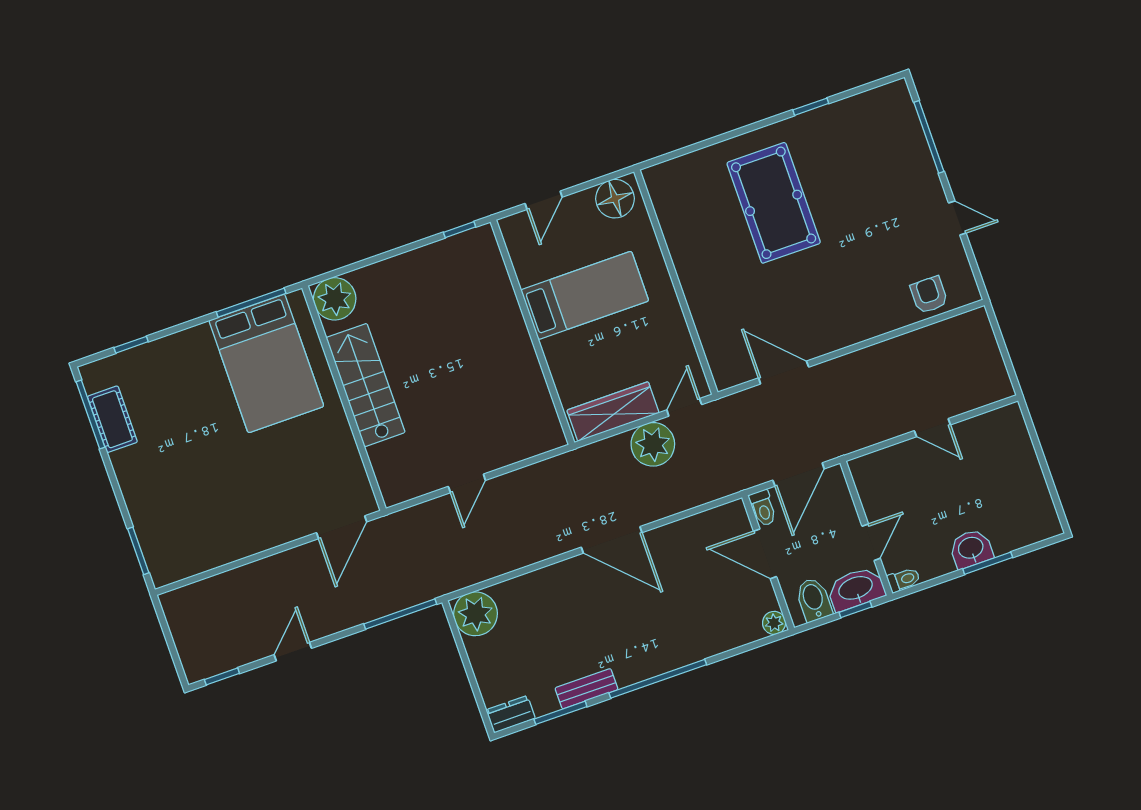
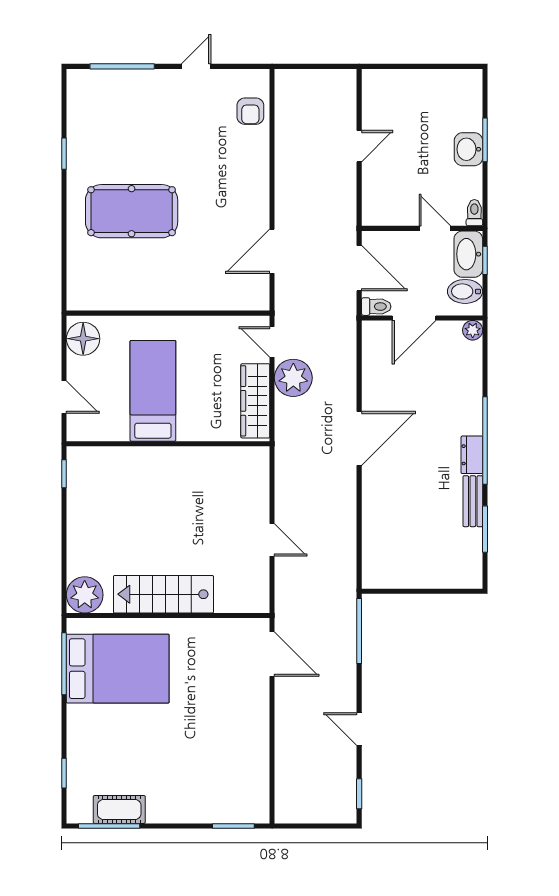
armchair: (929, 295) -> (250, 111), turned -90
plant: (475, 614) -> (380, 570), removed
dresser: (511, 714) -> (472, 455), moved

